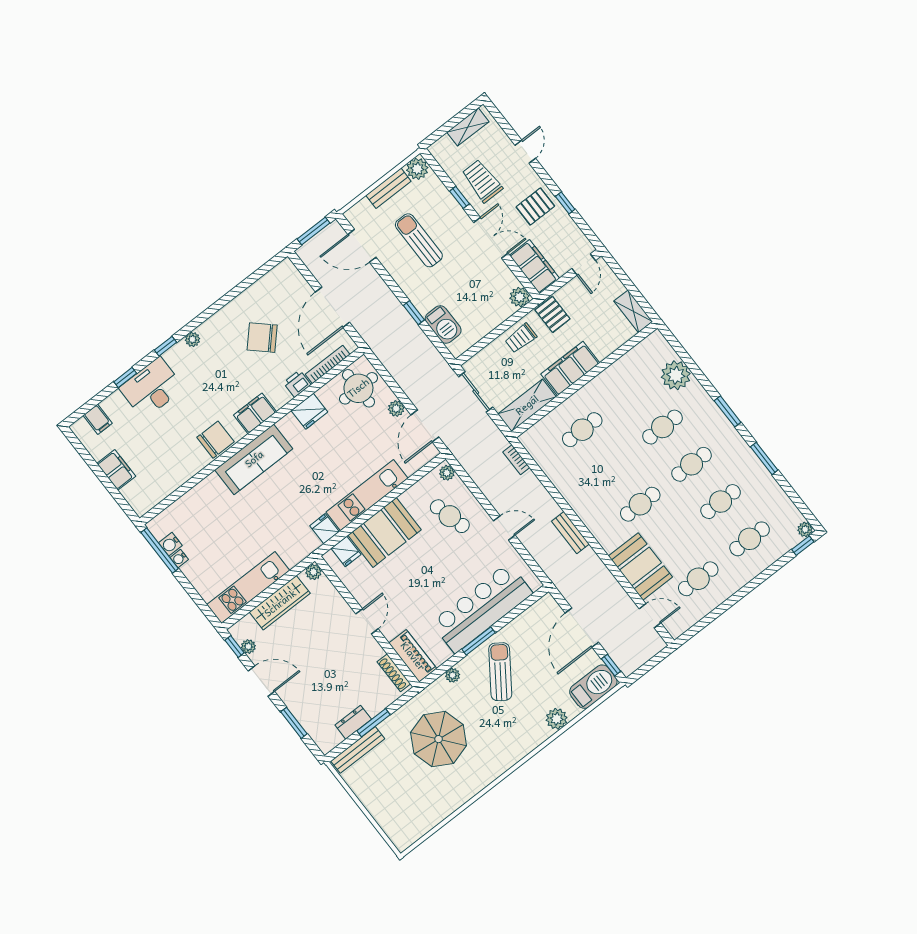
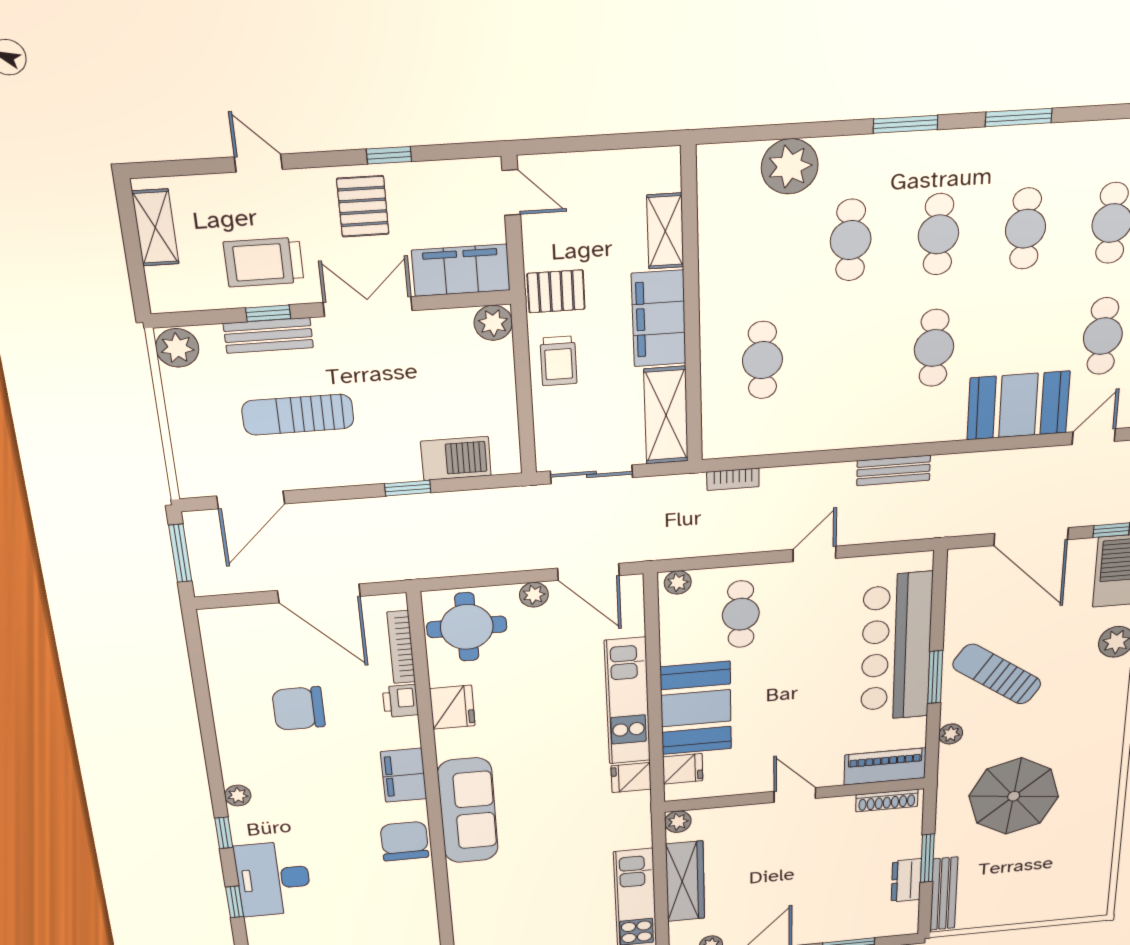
bench: (388, 188) -> (268, 336), moved, turned 90
shelving: (633, 311) -> (665, 231), moved, turned 90
chair: (262, 338) -> (299, 708), turned 47
cafe table: (450, 516) -> (741, 614), turned -75

